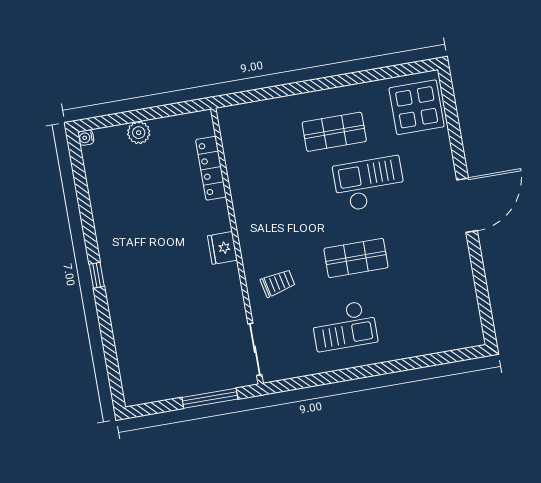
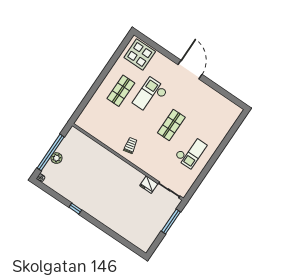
window: (139, 116) -> (51, 152), added
locker: (211, 168) -> (93, 145), removed
fridge: (222, 248) -> (149, 185), moved
window: (97, 275) -> (75, 209), moved
trolley: (278, 283) -> (130, 145), moved

